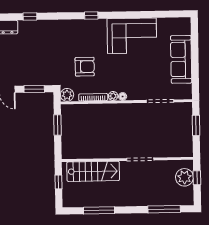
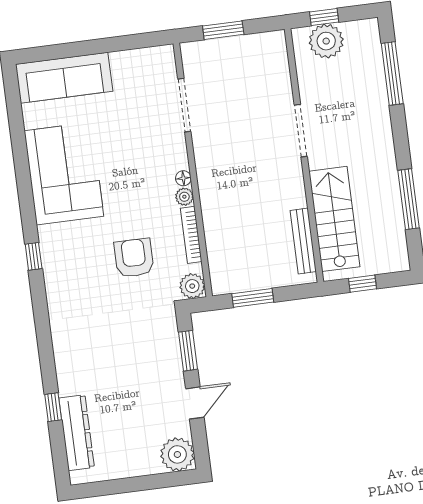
window: (30, 17) -> (53, 407), moved
sofa: (181, 59) -> (64, 78), moved
bench: (84, 154) -> (303, 241), added

